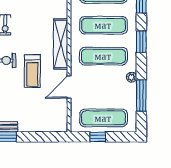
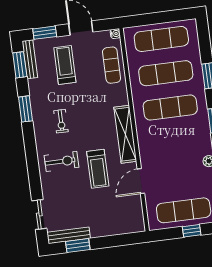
exercise mat: (103, 56) -> (175, 142), removed
window: (98, 137) -> (192, 231), moved

